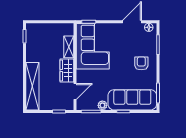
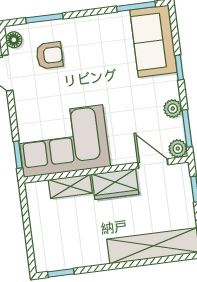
armchair: (141, 63) -> (50, 55), moved, turned 180
sofa: (132, 100) -> (153, 41), width x0.73
plant: (81, 105) -> (178, 149), added

